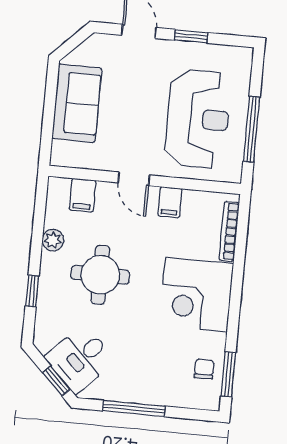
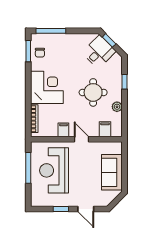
window: (134, 408) -> (51, 31), moved

